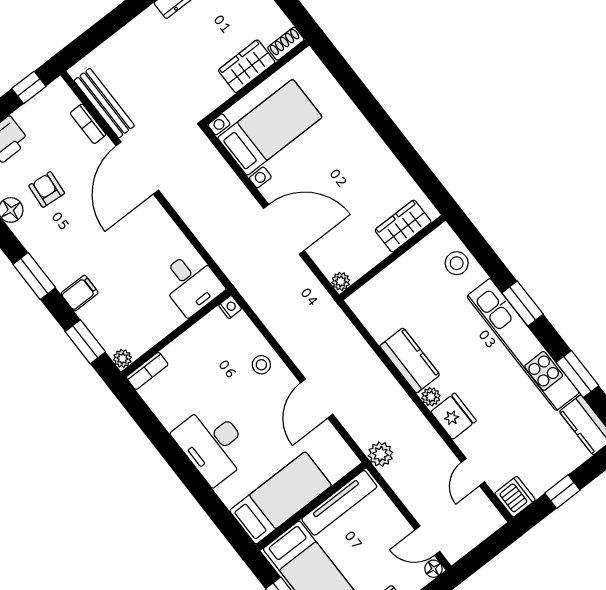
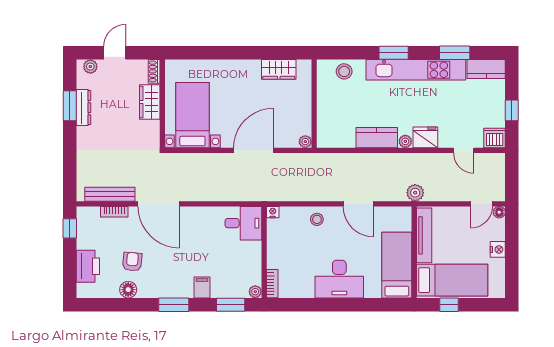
armchair: (47, 190) -> (132, 262), turned 90
wardrobe: (403, 226) -> (279, 69), moved, turned -90

